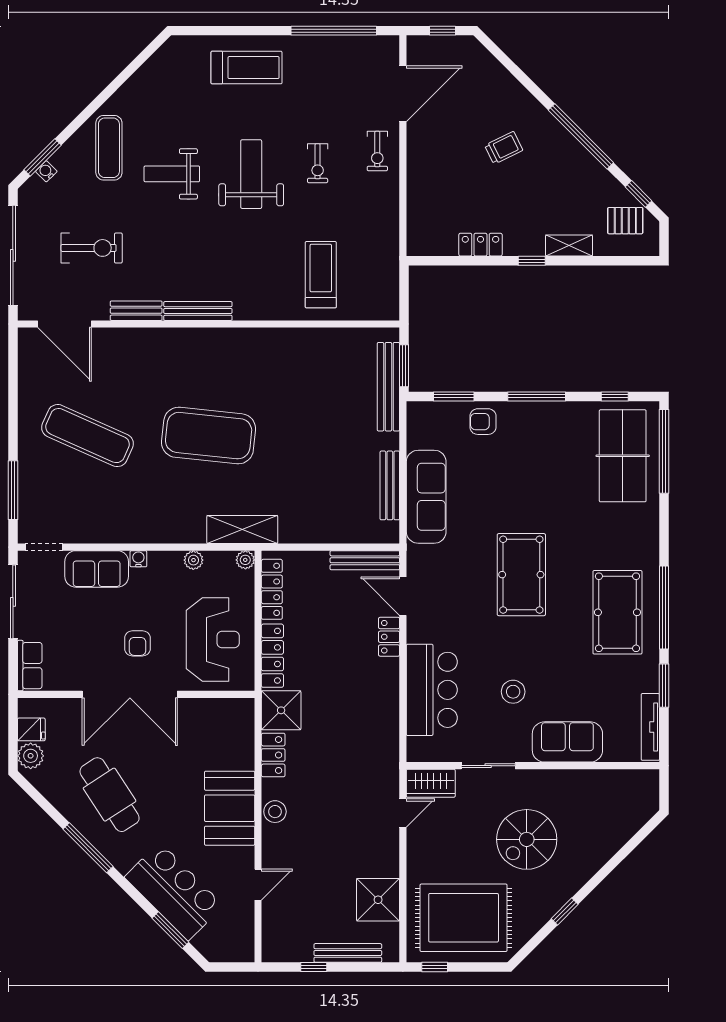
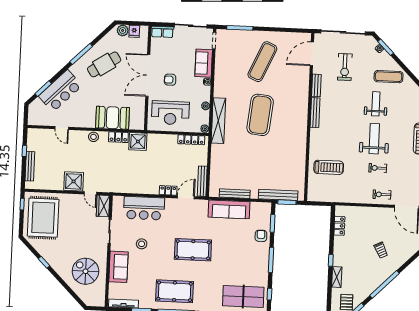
weight bench: (251, 174) -> (374, 139), turned -90
locker: (480, 245) -> (339, 226), moved
shelving: (242, 530) -> (218, 121), width x1.47
locker: (272, 656) -> (162, 139), removed
booth: (230, 808) -> (113, 118), moved
spiral stairs: (527, 839) -> (85, 271), moved
shower: (378, 900) -> (74, 181), moved

